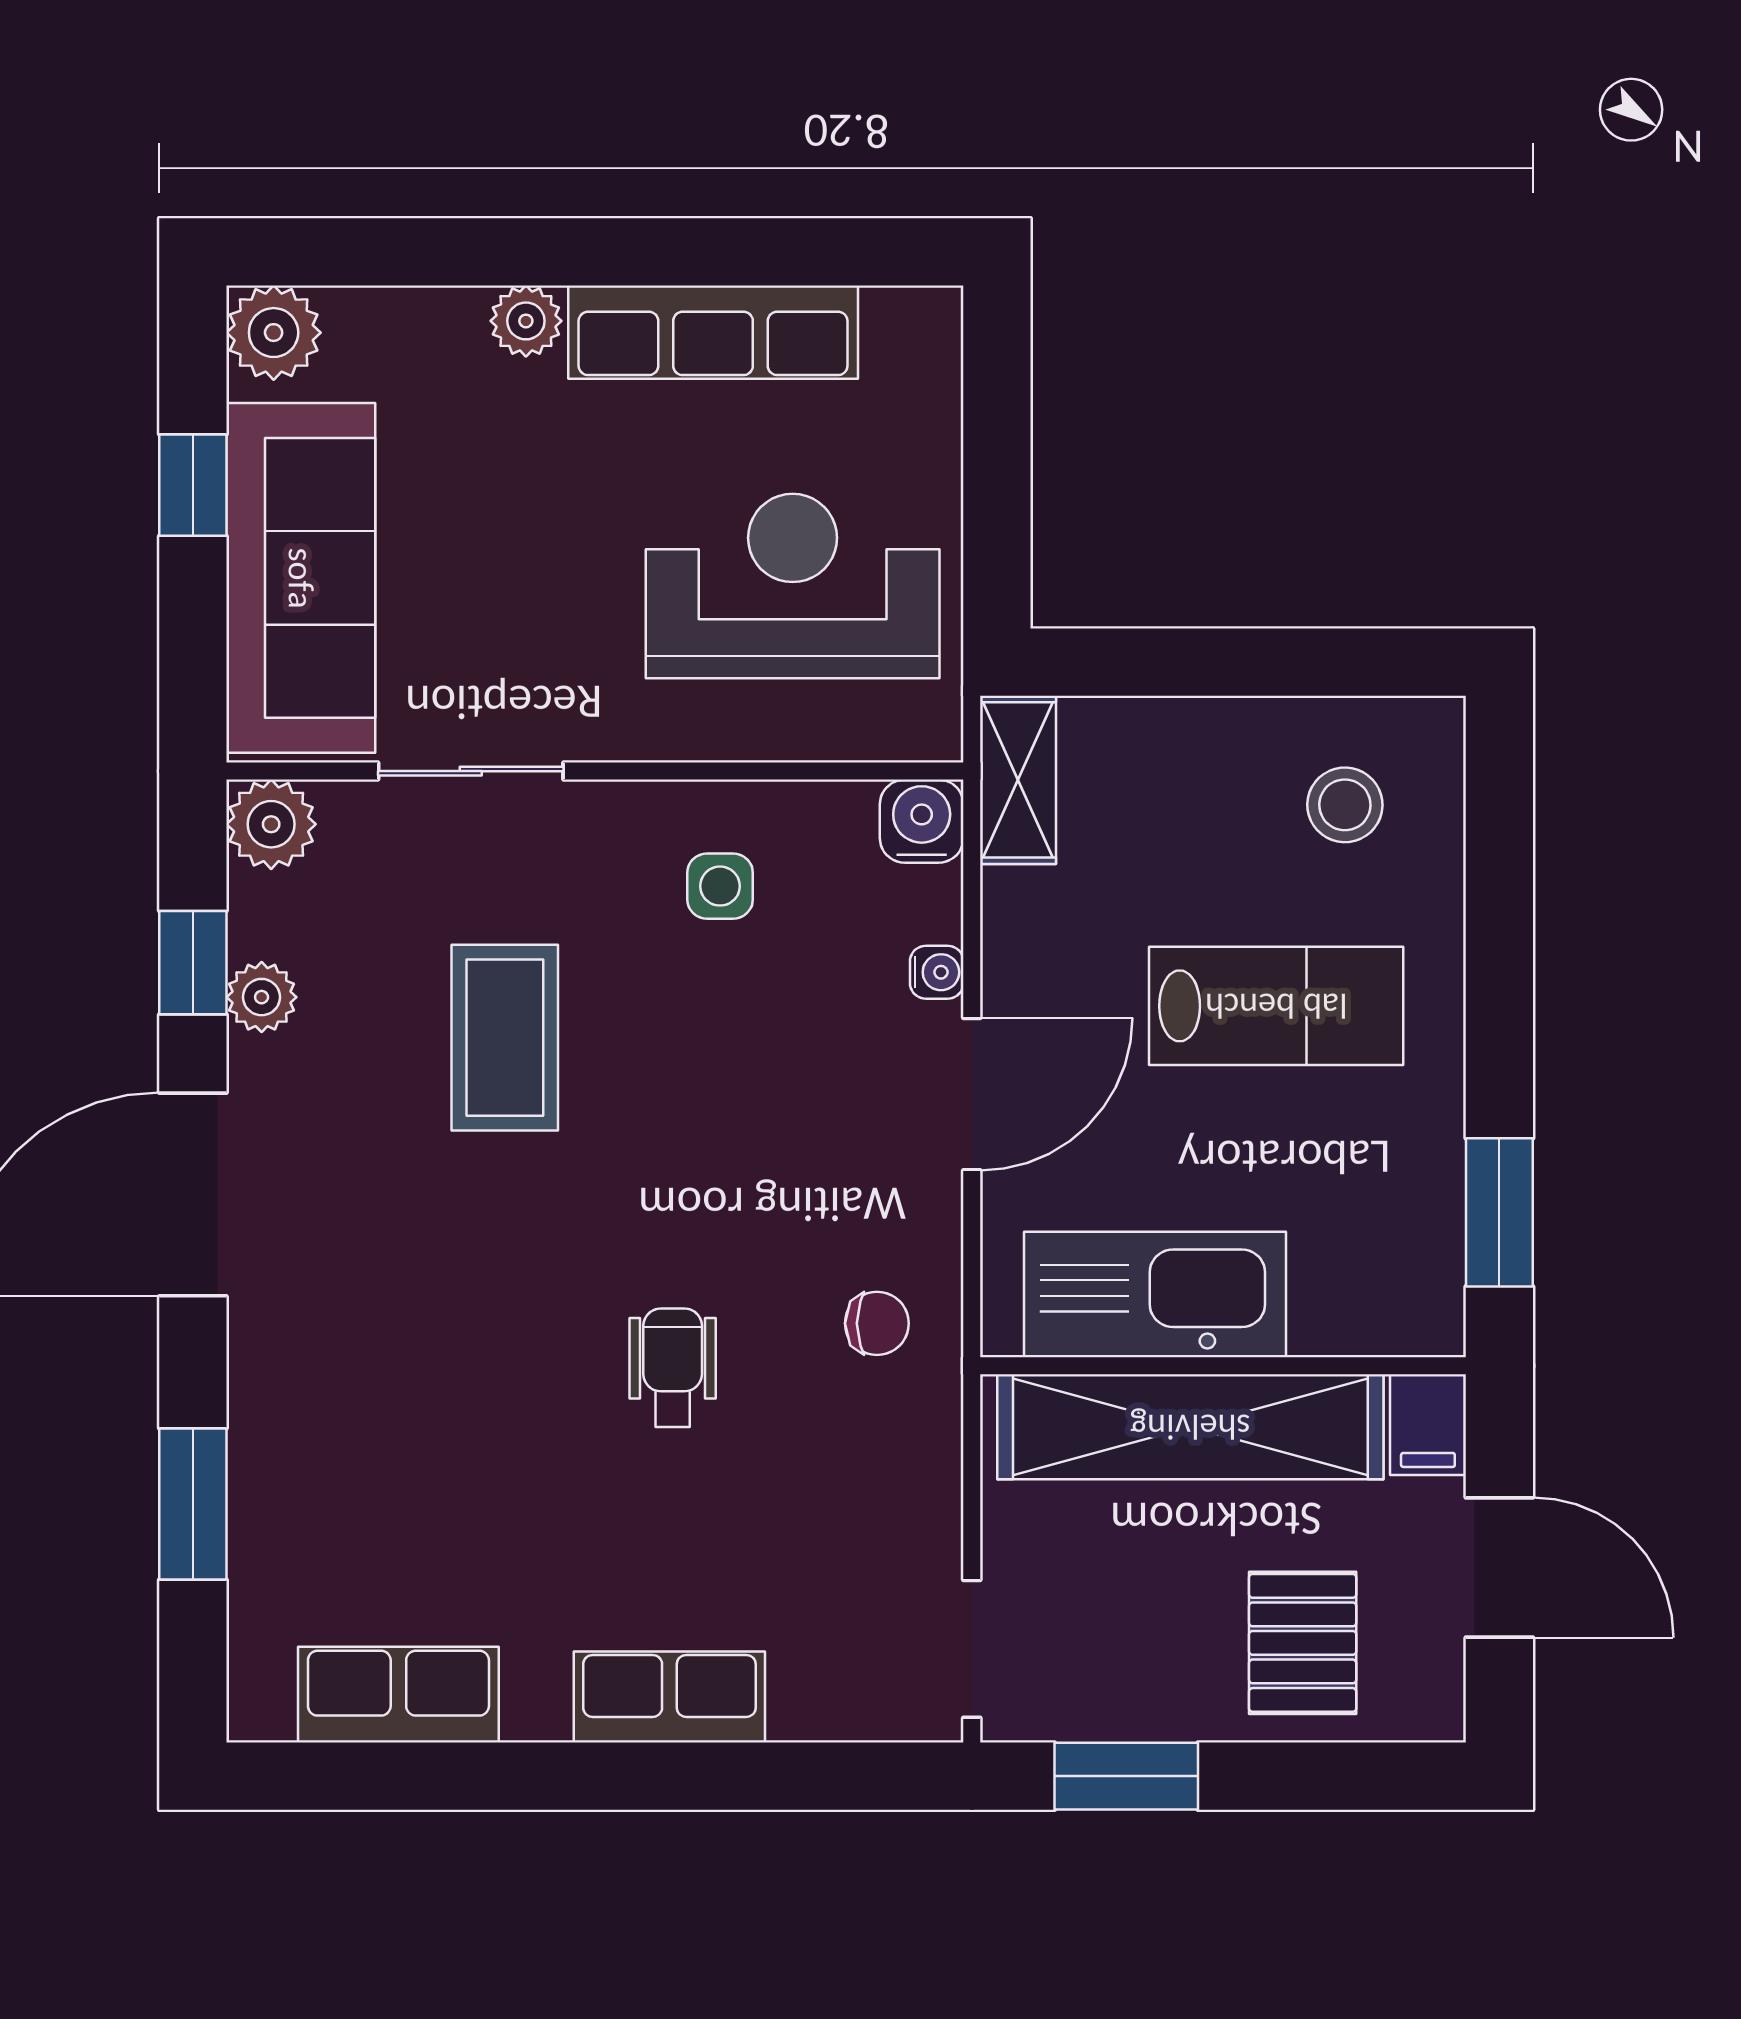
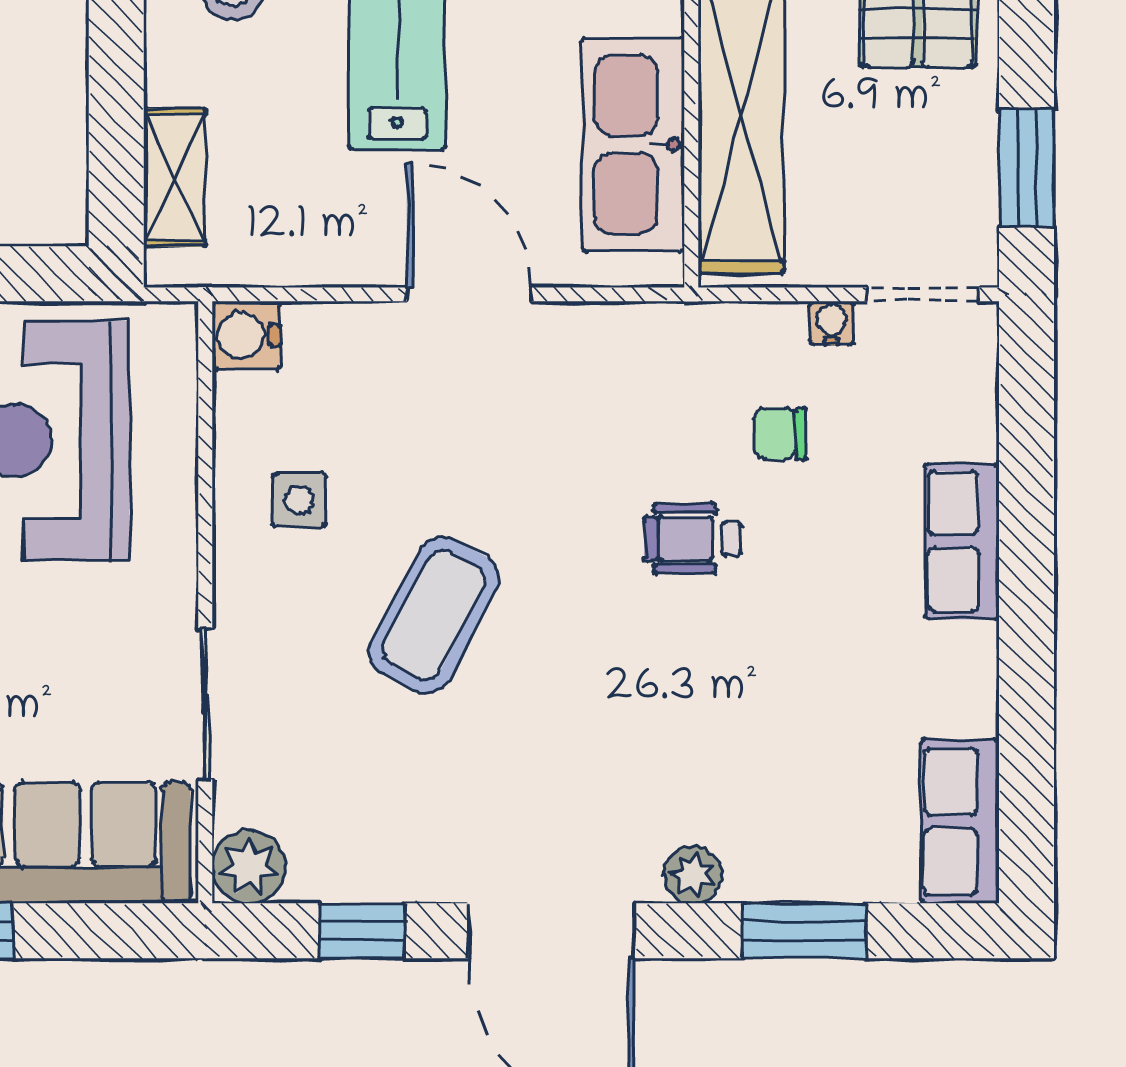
shelving: (1018, 780) -> (175, 178), moved, turned 90
water cooler: (937, 972) -> (832, 323), moved
plant: (262, 997) -> (693, 875), moved
coffee table: (505, 1038) -> (434, 615), moved, turned -62
chair: (877, 1323) -> (780, 434), moved, turned -90
row of seats: (398, 1695) -> (960, 822), moved

